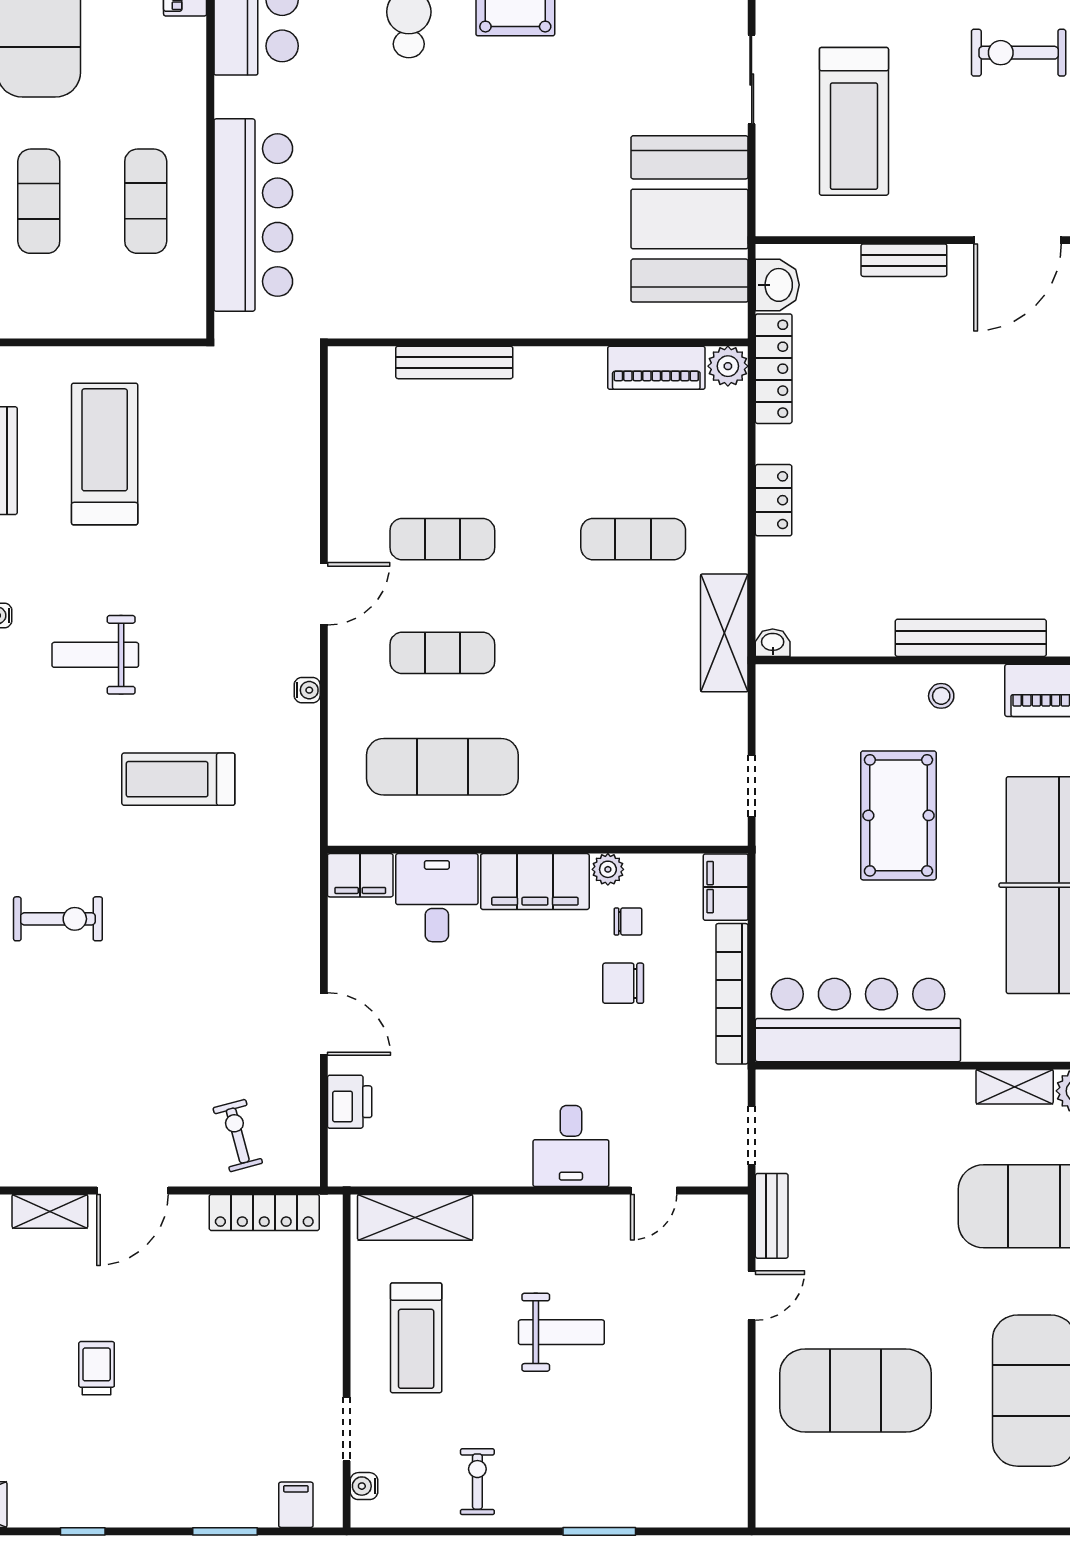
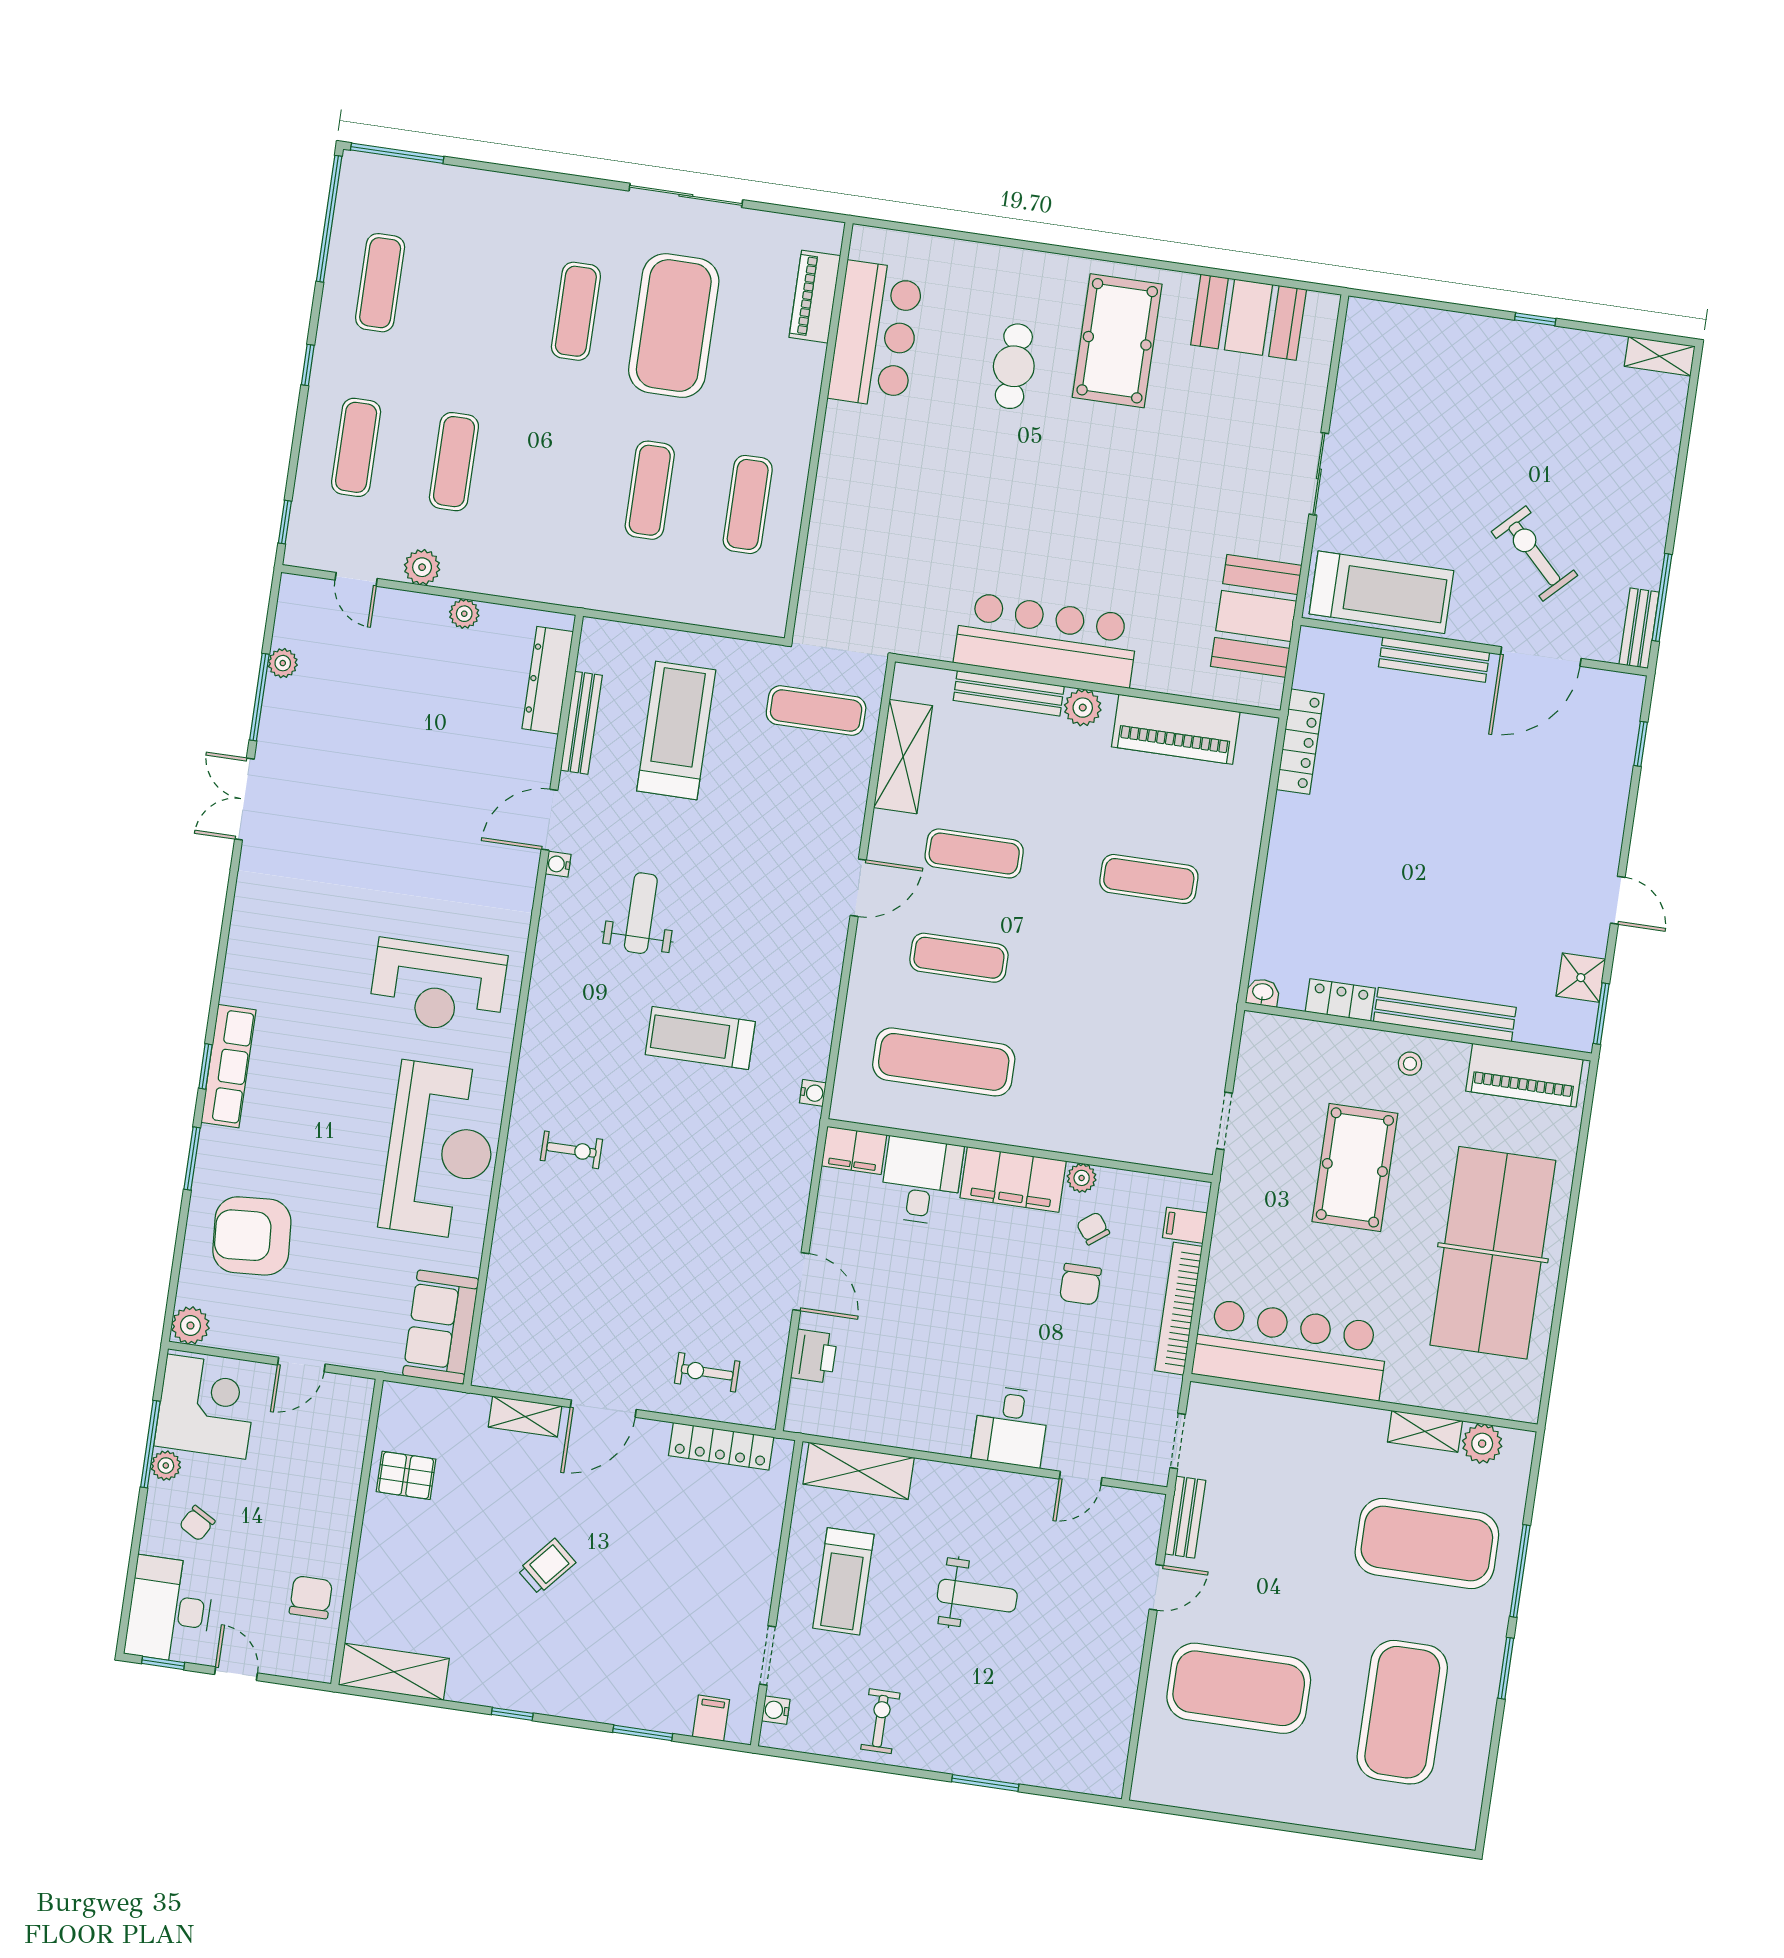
exercise bike: (1019, 53) -> (1534, 554), moved, turned 45
treadmill: (854, 121) -> (1381, 592), moved, turned -90
bar counter: (253, 215) -> (1046, 640), moved, turned -90
booth: (690, 219) -> (1256, 616), width x0.73, depth x0.70
bench: (904, 260) -> (1434, 660), width x1.36
washbasin: (777, 285) -> (1315, 665), removed
plant: (728, 366) -> (1083, 708), moved
piano: (656, 368) -> (1176, 729), width x1.37, depth x1.33
exercise mat: (251, 411) -> (816, 711), added
locker: (774, 500) -> (1340, 1000), moved, turned -90
shelving: (724, 633) -> (903, 757), moved
weight bench: (95, 655) -> (641, 913), turned 90
water cooler: (307, 690) -> (813, 1093), moved
filing cabinet: (726, 887) -> (1185, 1225), width x0.50
exercise bike: (58, 919) -> (571, 1150), width x0.73, depth x0.72
chair: (628, 921) -> (1093, 1228), turned -127
chair: (623, 983) -> (1080, 1284), turned -90
exercise bike: (238, 1136) -> (707, 1372), turned -75
trolley: (97, 1368) -> (547, 1566), turned 41

